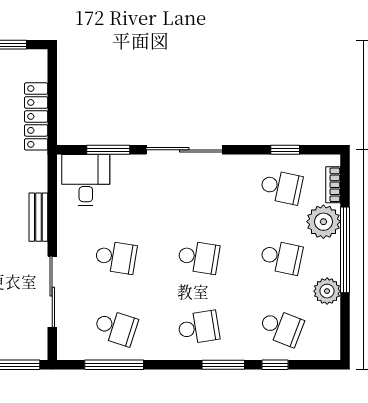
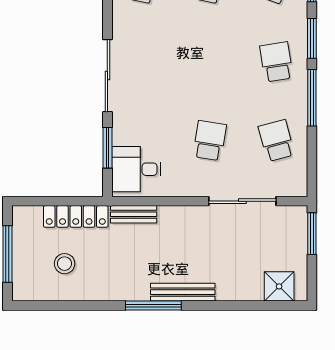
bench: (38, 217) -> (134, 214), moved
school desk: (199, 257) -> (210, 62), removed
school desk: (116, 327) -> (276, 141), turned -33
window: (114, 365) -> (312, 98), moved

